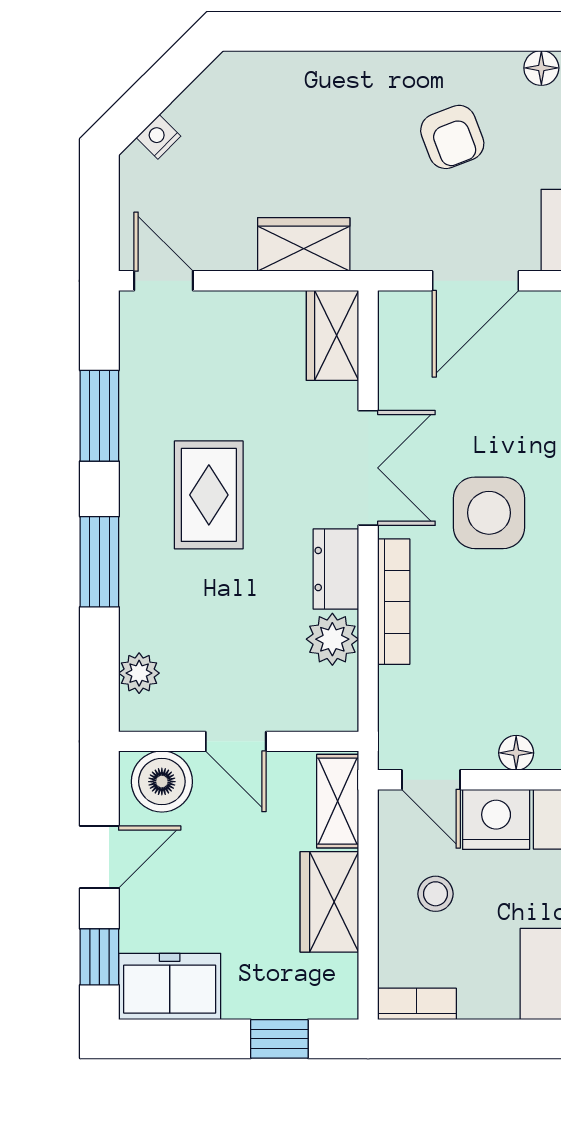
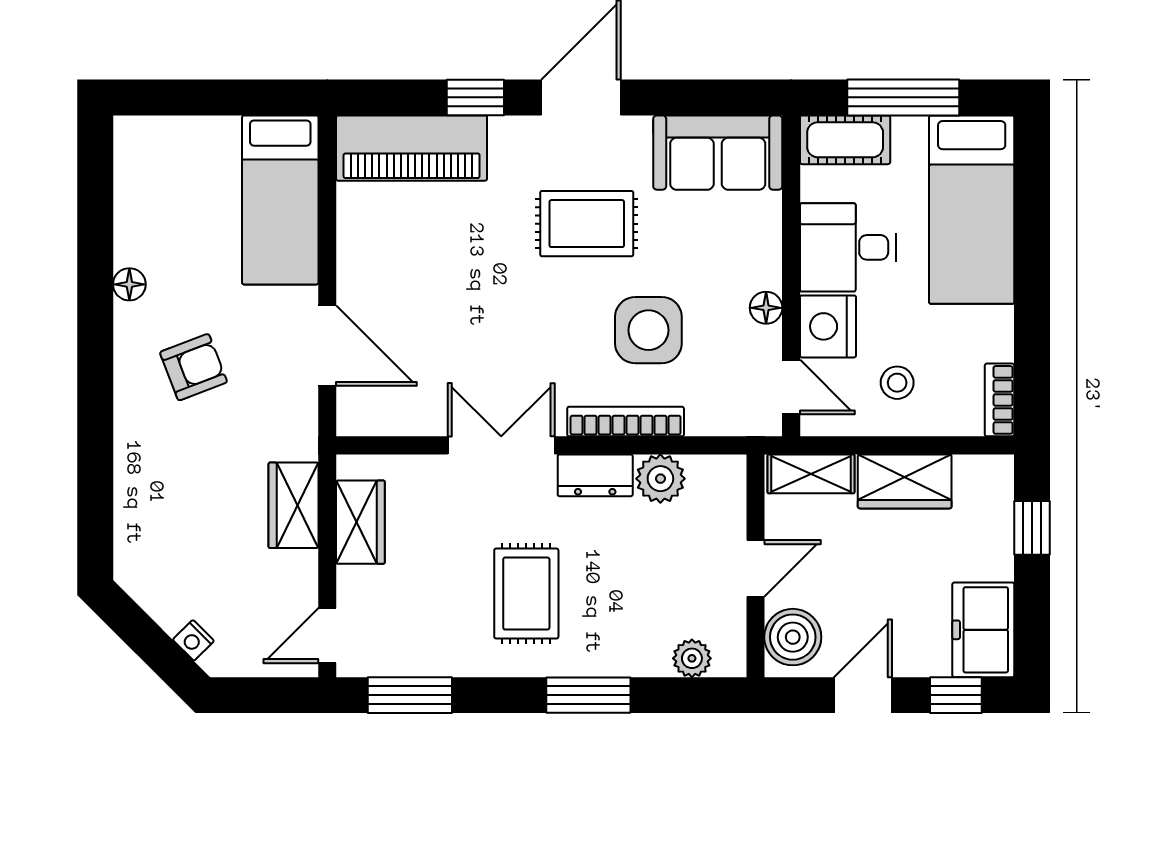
wardrobe: (332, 335) -> (360, 522), moved, turned -90
window: (99, 416) -> (410, 695), moved
rug: (209, 495) -> (526, 594), turned 90
side table: (489, 513) -> (648, 330), moved
door: (431, 780) -> (791, 387), hinge flipped
door: (99, 857) -> (863, 695), hinge flipped

